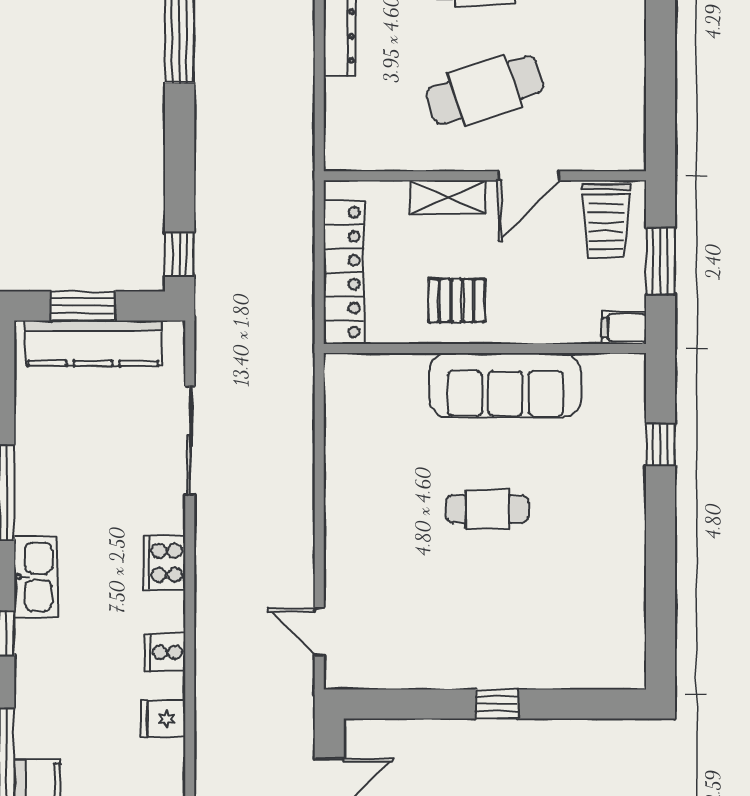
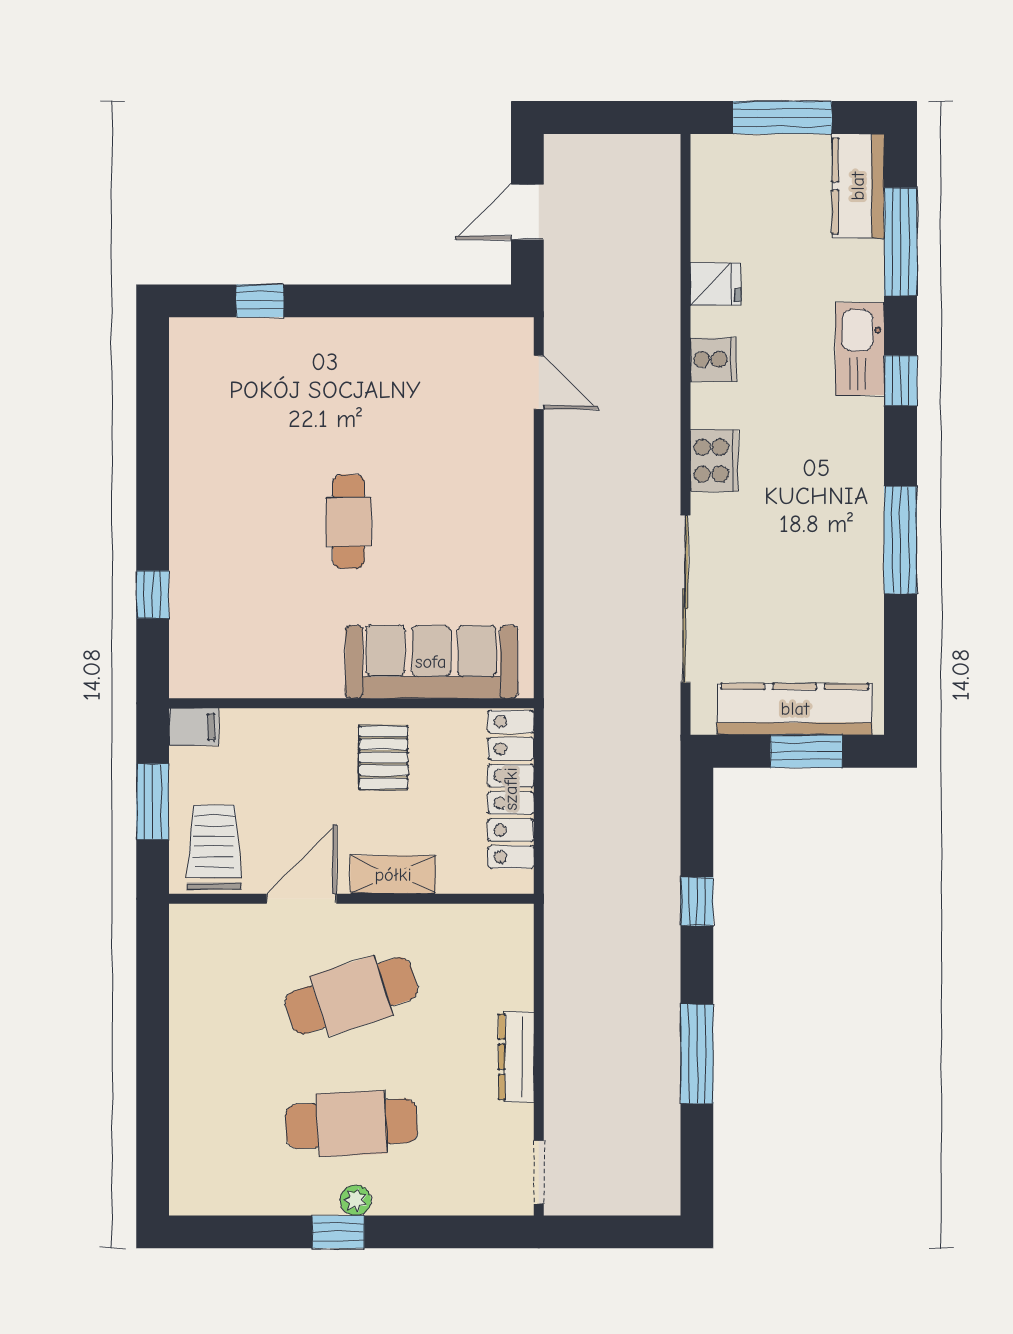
window: (180, 254) -> (697, 901), moved
pallet: (457, 301) -> (383, 757), turned 90
sofa: (505, 385) -> (431, 662), moved
sliding door: (190, 441) -> (685, 599), width x1.36
cafe table: (487, 509) -> (349, 522), turned 90
kitchen sink: (36, 577) -> (860, 349), moved
window: (497, 704) -> (260, 301), moved

